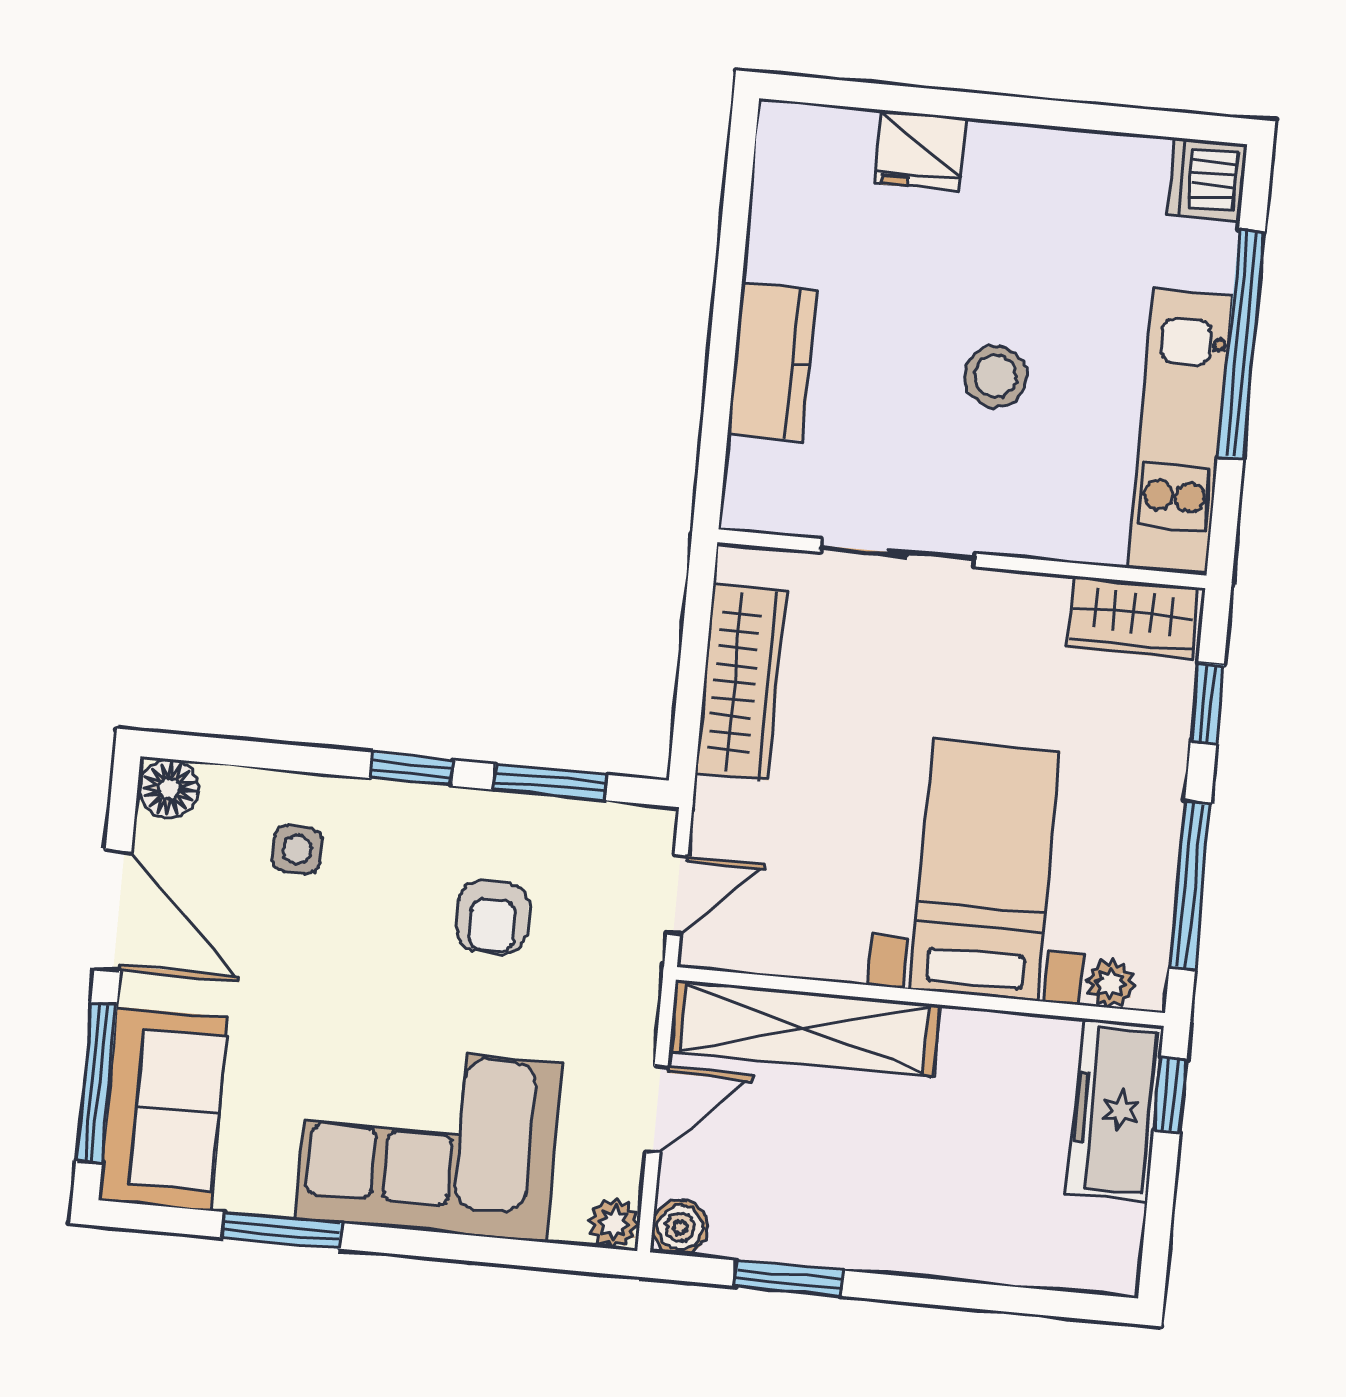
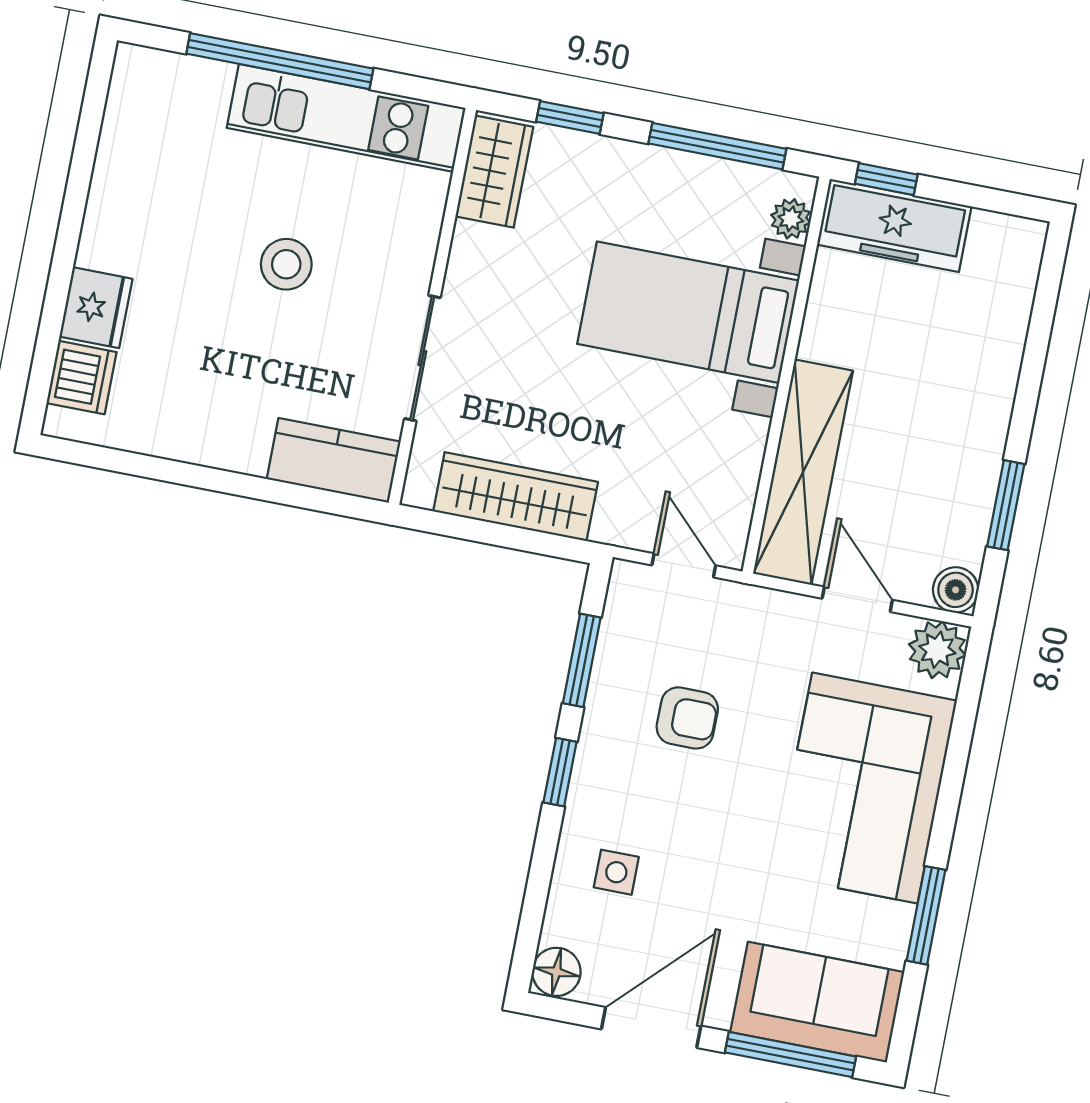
dishwasher: (1208, 179) -> (82, 378), moved, turned -90
kitchen counter: (772, 362) -> (334, 460), moved
plant: (614, 1223) -> (937, 650), width x1.38, depth x1.38

